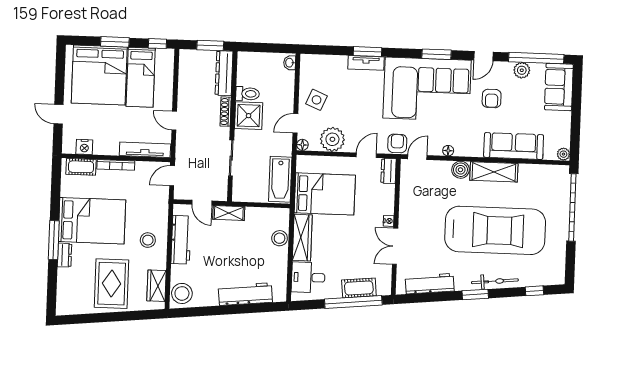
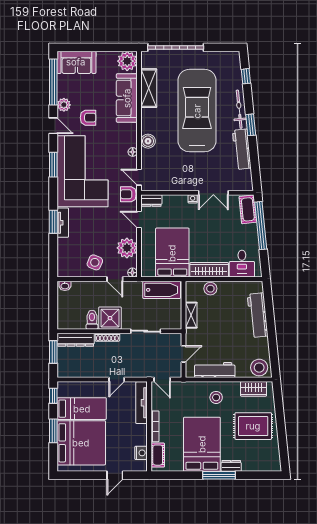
plant: (522, 70) -> (64, 105), moved
plant: (563, 154) -> (127, 61), width x1.88, depth x1.88
shelving: (494, 172) -> (149, 88), moved
shelving: (229, 213) -> (191, 315), moved
workbench: (430, 284) -> (242, 149), moved
cot: (359, 288) -> (248, 209), moved

